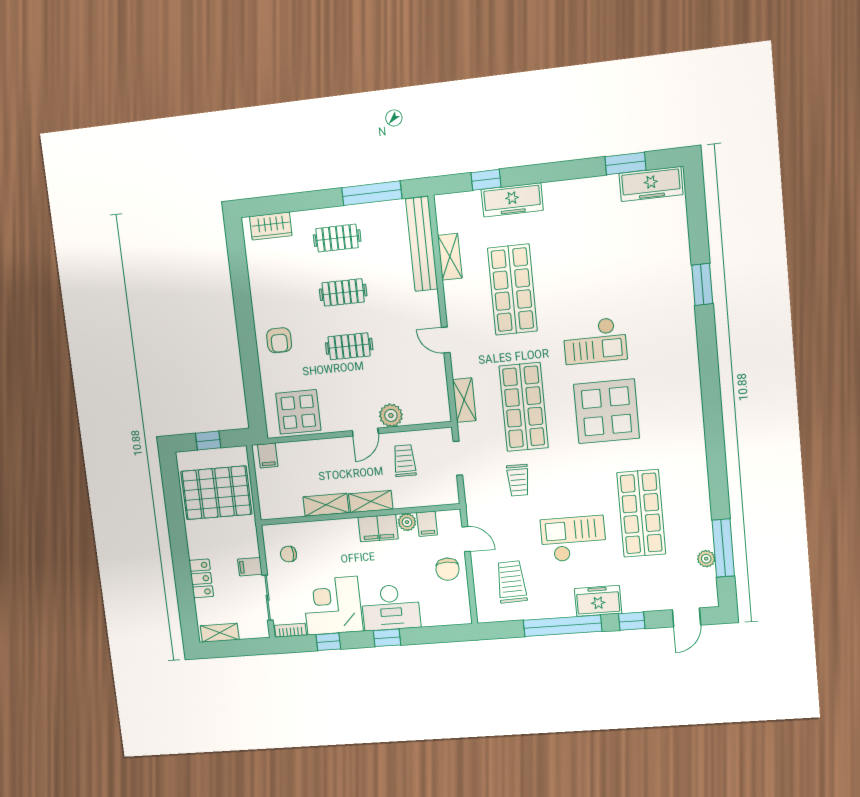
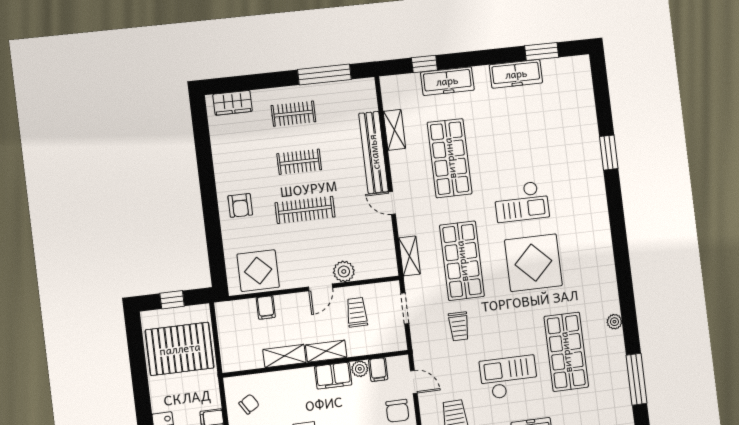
freezer: (651, 184) -> (516, 74), moved
bench: (422, 244) -> (374, 152), moved
clothes rail: (349, 346) -> (305, 210), width x1.36
filing cabinet: (268, 456) -> (266, 308), moved
chair: (289, 554) -> (249, 404), turned 148
plant: (706, 559) -> (614, 322), moved

